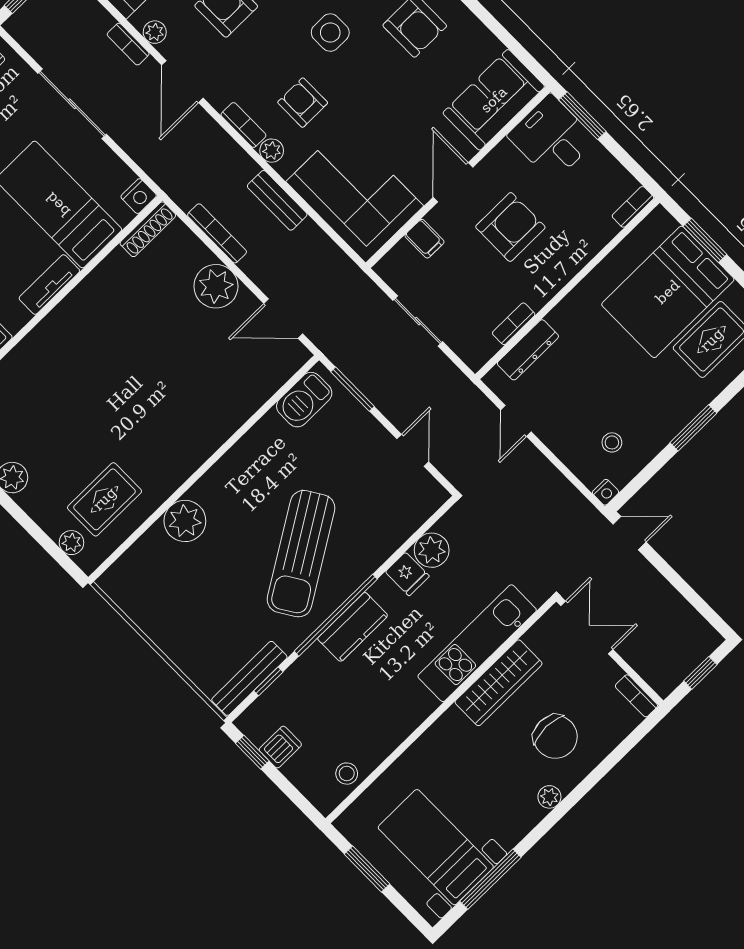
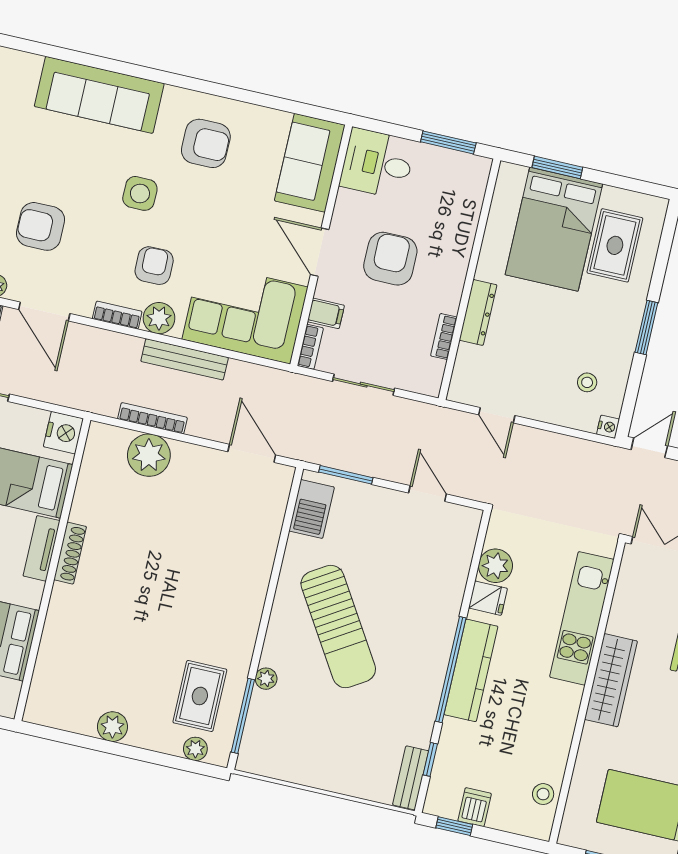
armchair: (303, 103) -> (154, 266), turned 89
window: (582, 116) -> (448, 142), moved
plant: (272, 151) -> (159, 318), width x1.38, depth x1.38
nightstand: (139, 196) -> (63, 433), width x1.36, depth x1.33
bench: (277, 200) -> (185, 359), width x1.36
bookcase: (633, 207) -> (310, 347), moved, turned 180
shoe rack: (148, 229) -> (70, 553), moved
plant: (216, 286) -> (149, 455), moved
door: (283, 319) -> (252, 453), swing flipped
dresser: (528, 350) -> (478, 312), moved
plant: (185, 521) -> (266, 679), width x0.53, depth x0.53
window: (131, 540) -> (243, 716), added
sun lounger: (301, 554) -> (338, 627), moved
kitchen counter: (353, 627) -> (471, 670), width x1.50
bench: (249, 678) -> (411, 778), width x0.73
wardrobe: (499, 683) -> (611, 680), moved

